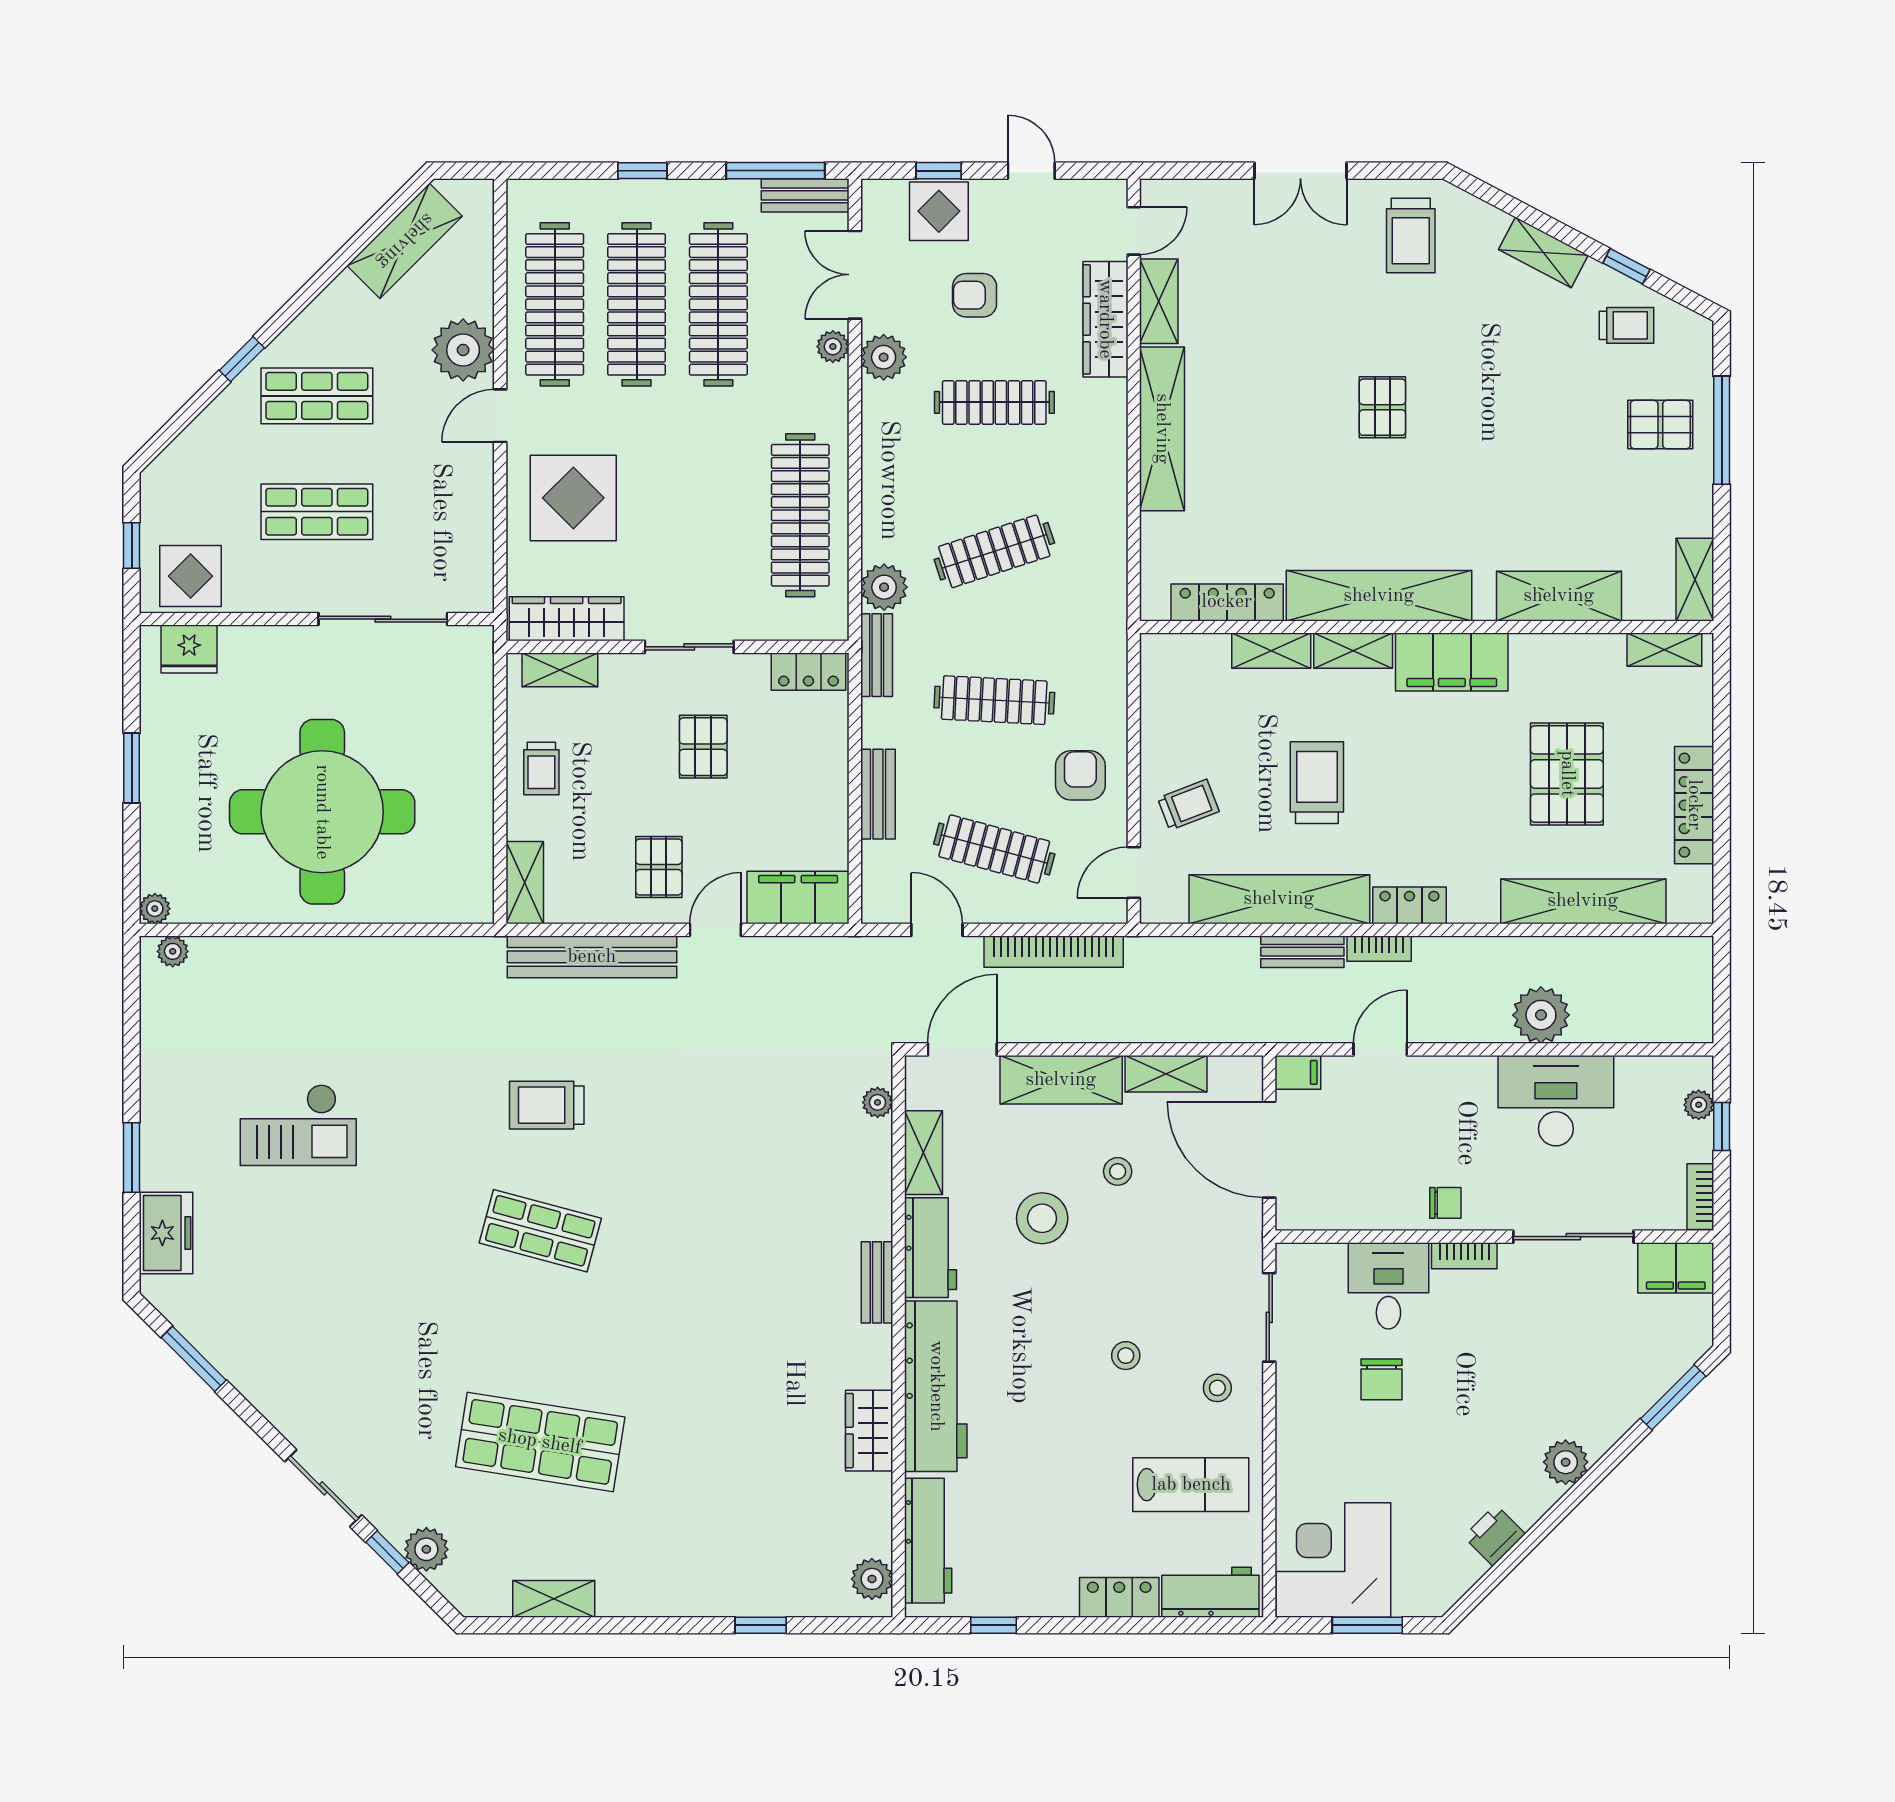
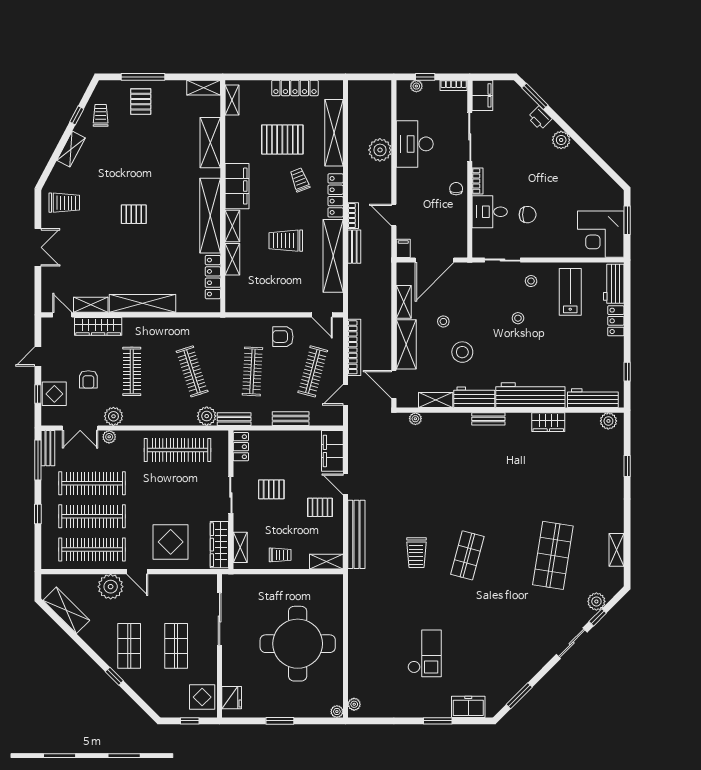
trolley: (1188, 805) -> (300, 180), moved
locker: (1409, 905) -> (336, 195), width x1.53
printer: (1494, 1535) -> (540, 118), moved

